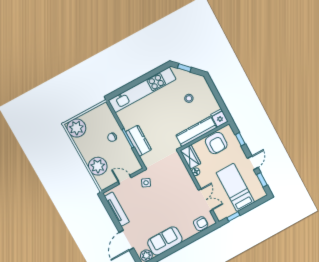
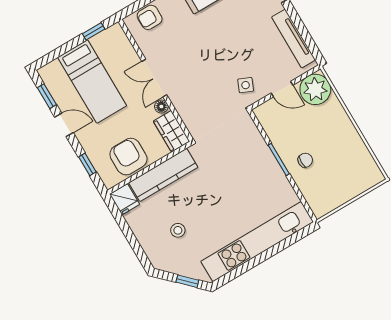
plant: (76, 128) -> (365, 174), removed
kitchen counter: (139, 141) -> (260, 156), removed
door: (253, 163) -> (64, 125), swing flipped
plant: (98, 166) -> (315, 89), moved
double door: (206, 200) -> (154, 78), moved

